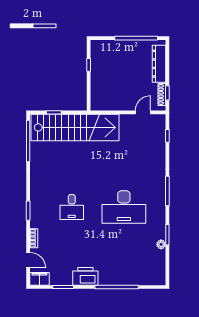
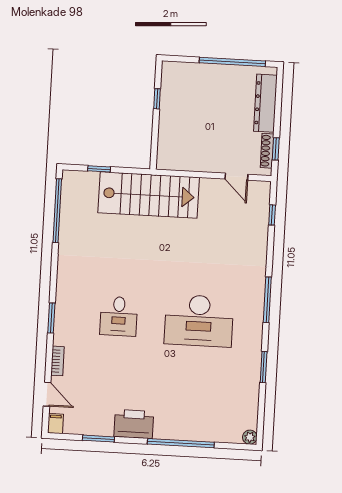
door: (143, 112) -> (236, 177), swing flipped
stairs: (75, 127) -> (149, 195), width x0.73
plant: (161, 244) -> (250, 437), moved
filing cabinet: (40, 279) -> (56, 424), width x0.50

